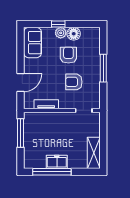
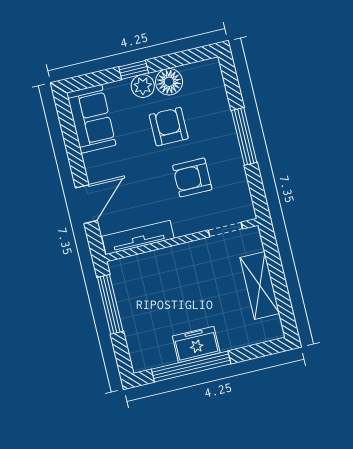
tv unit: (46, 104) -> (138, 237), width x1.41
shelving: (94, 153) -> (260, 286), moved

